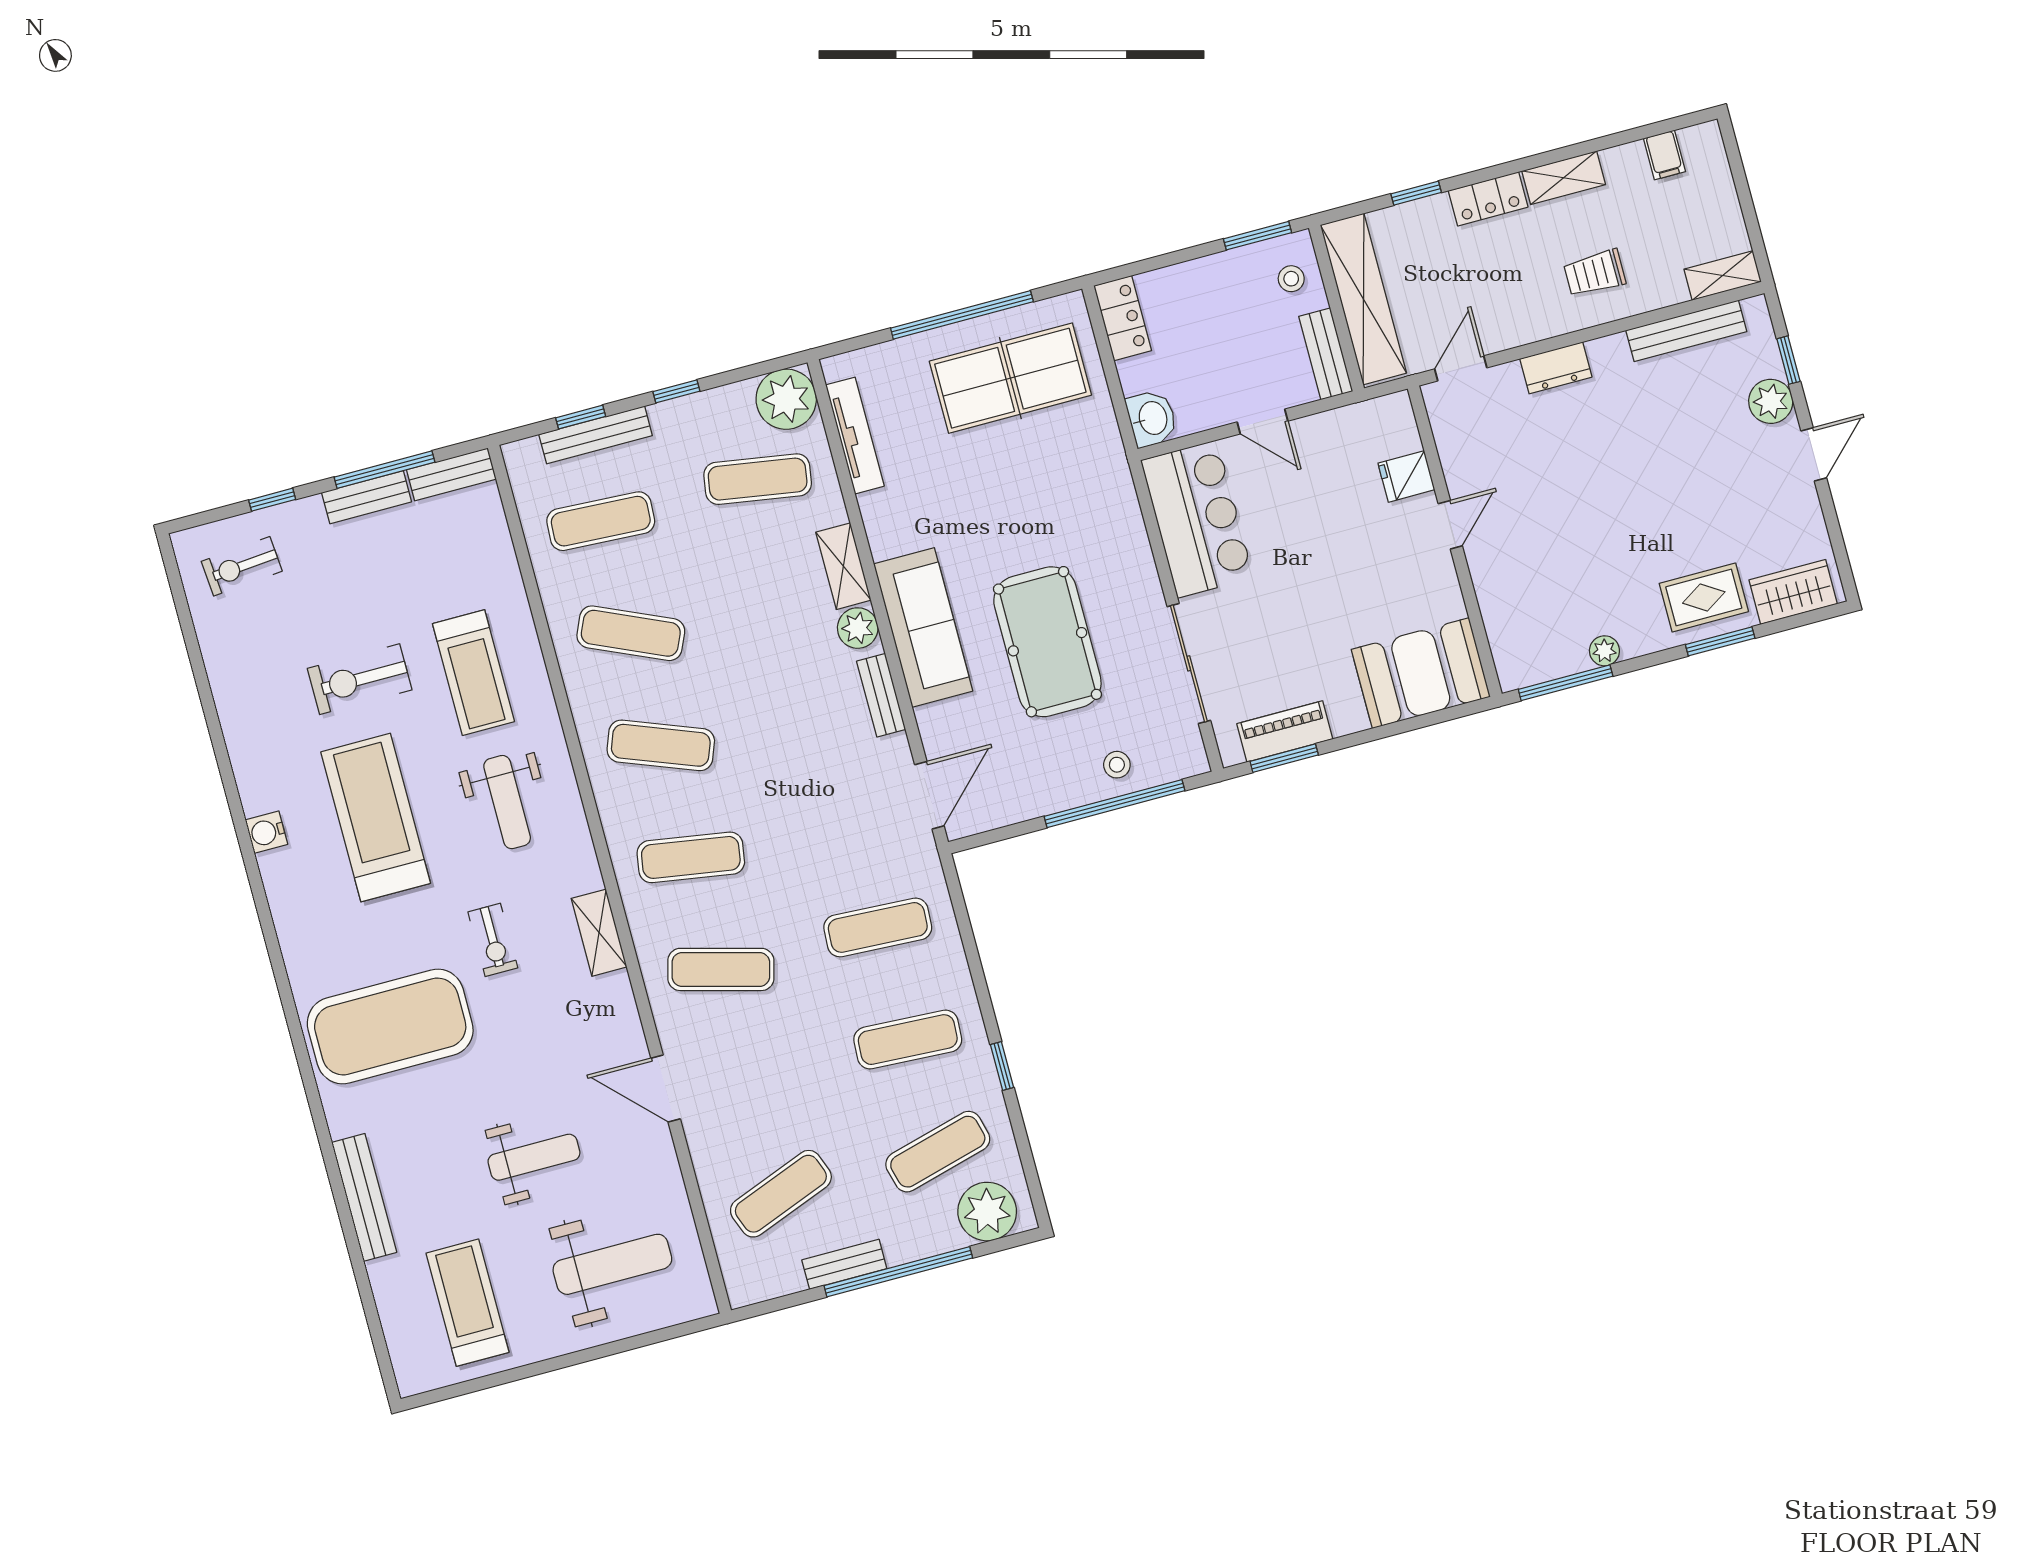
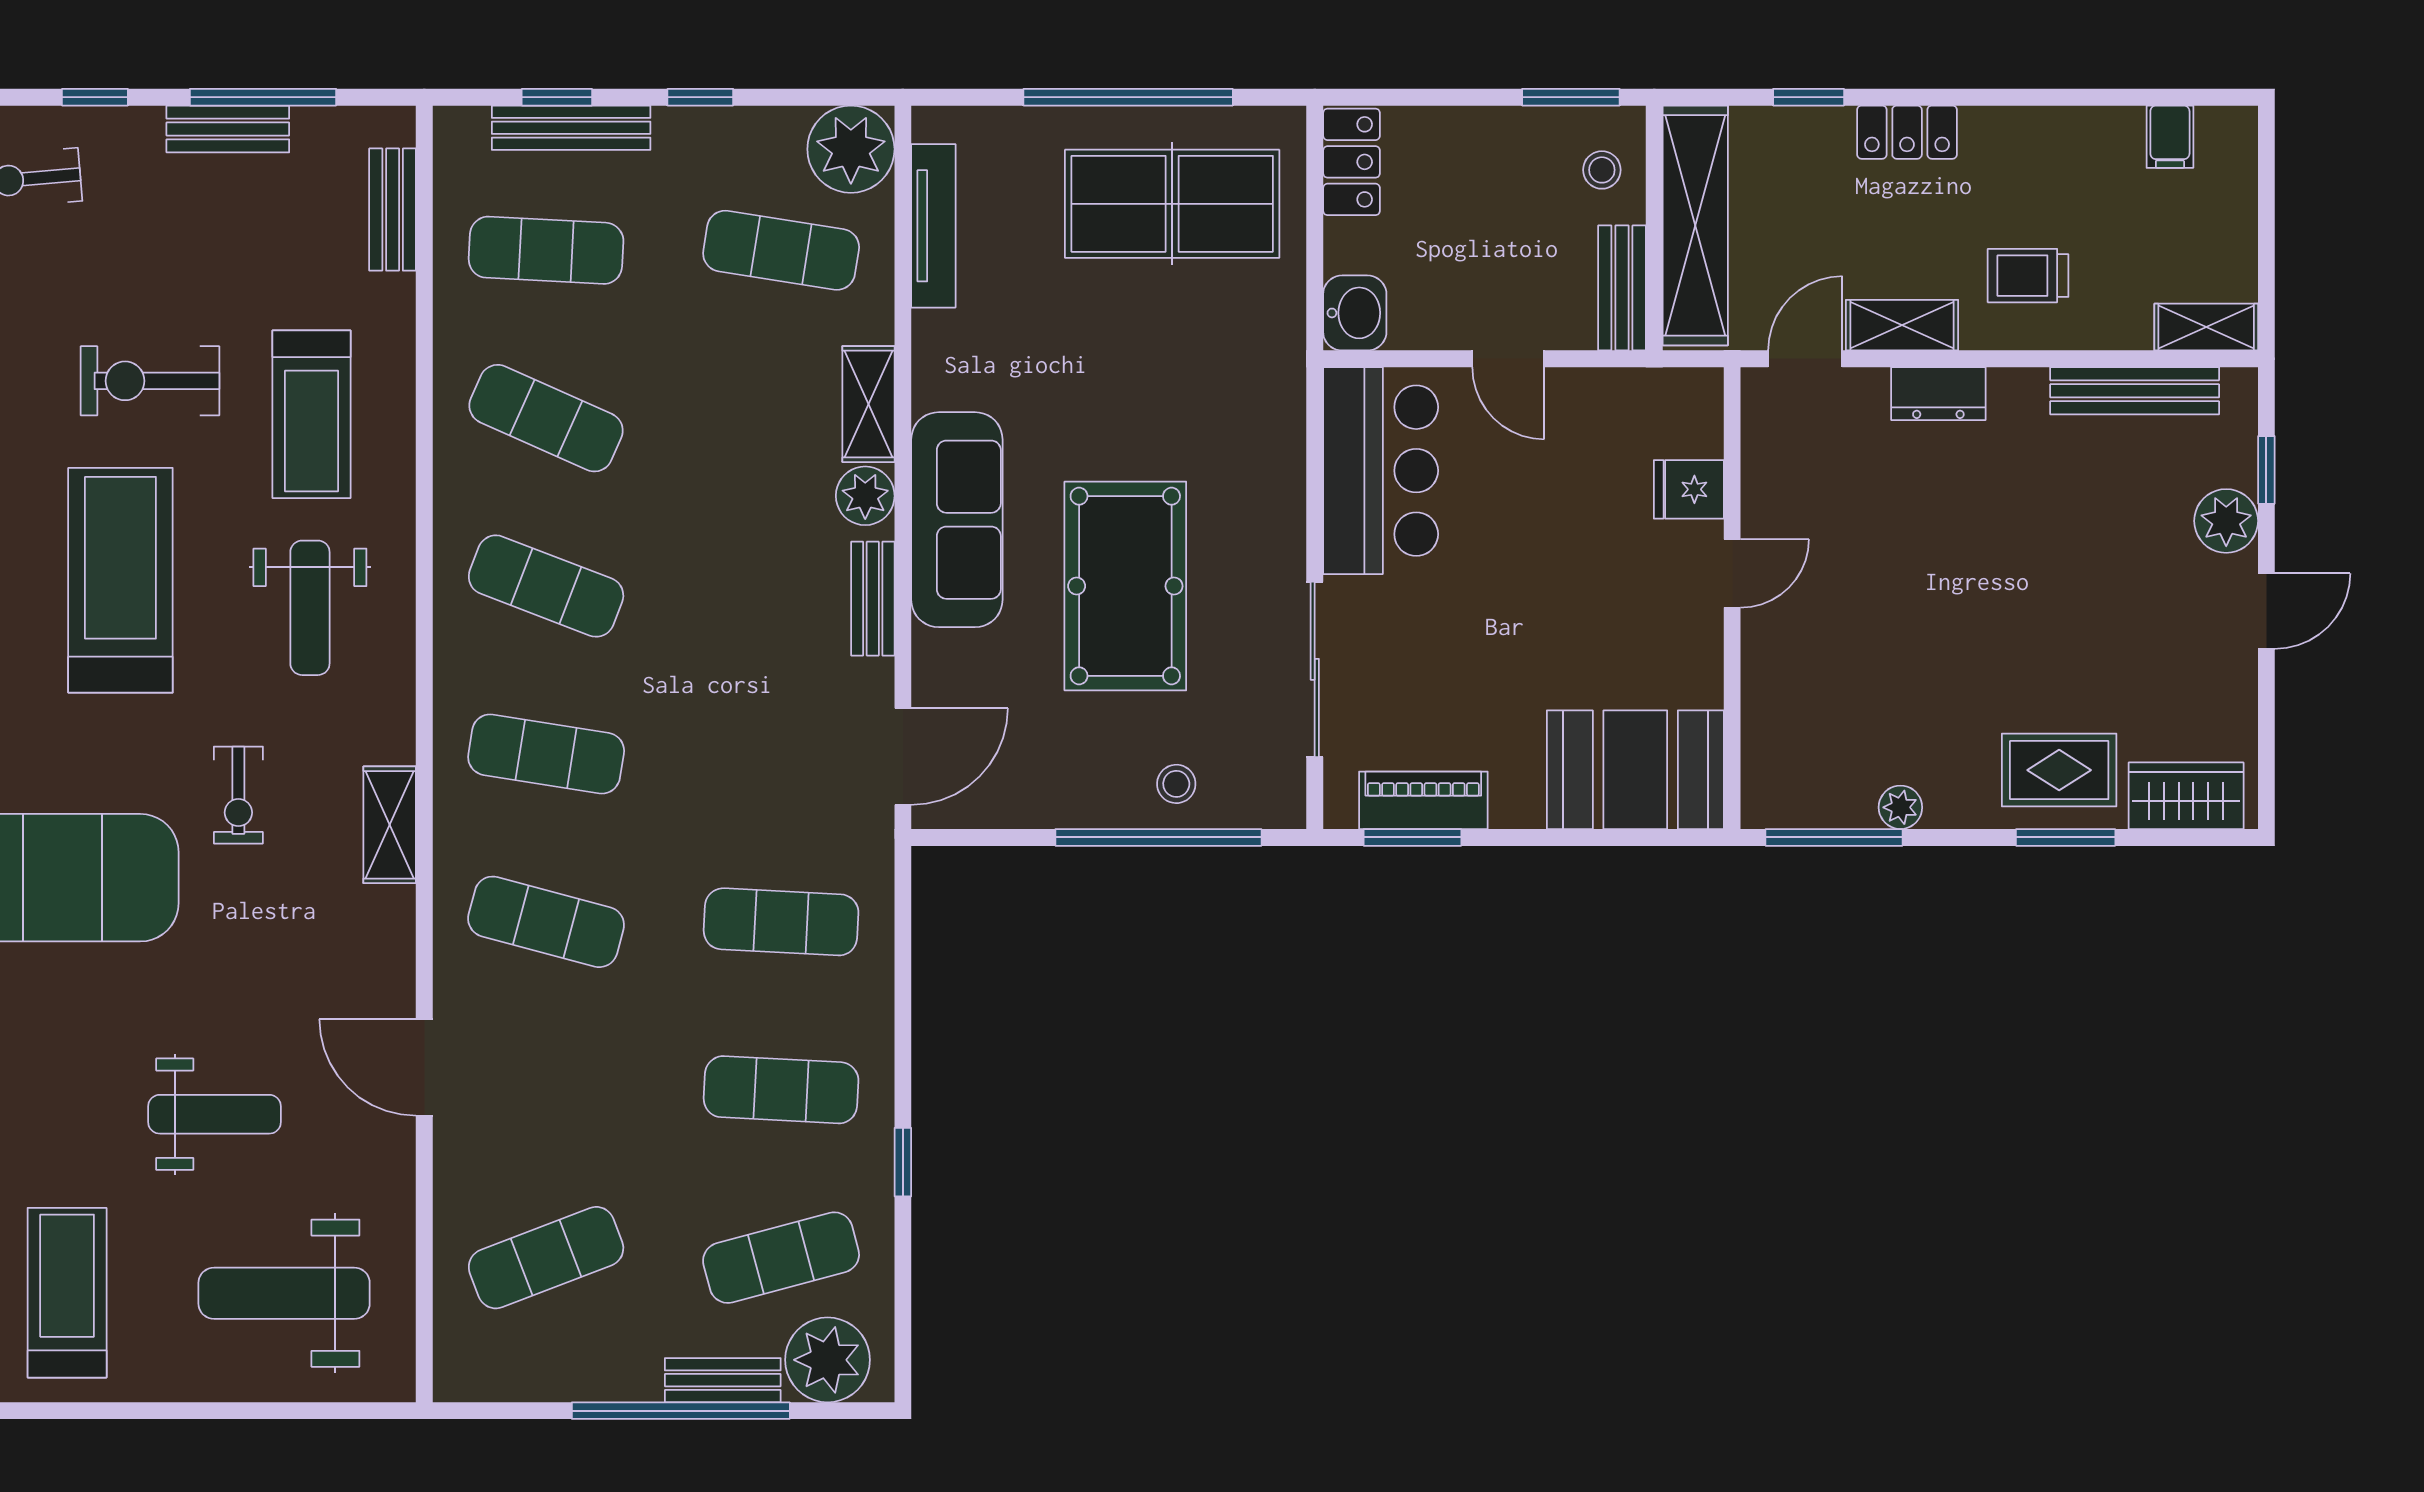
shelving: (1564, 178) -> (1902, 325), moved
bench: (451, 474) -> (393, 210), moved, turned 90
weight bench: (612, 1264) -> (284, 1293), turned 180
bench: (844, 1264) -> (723, 1380), moved

